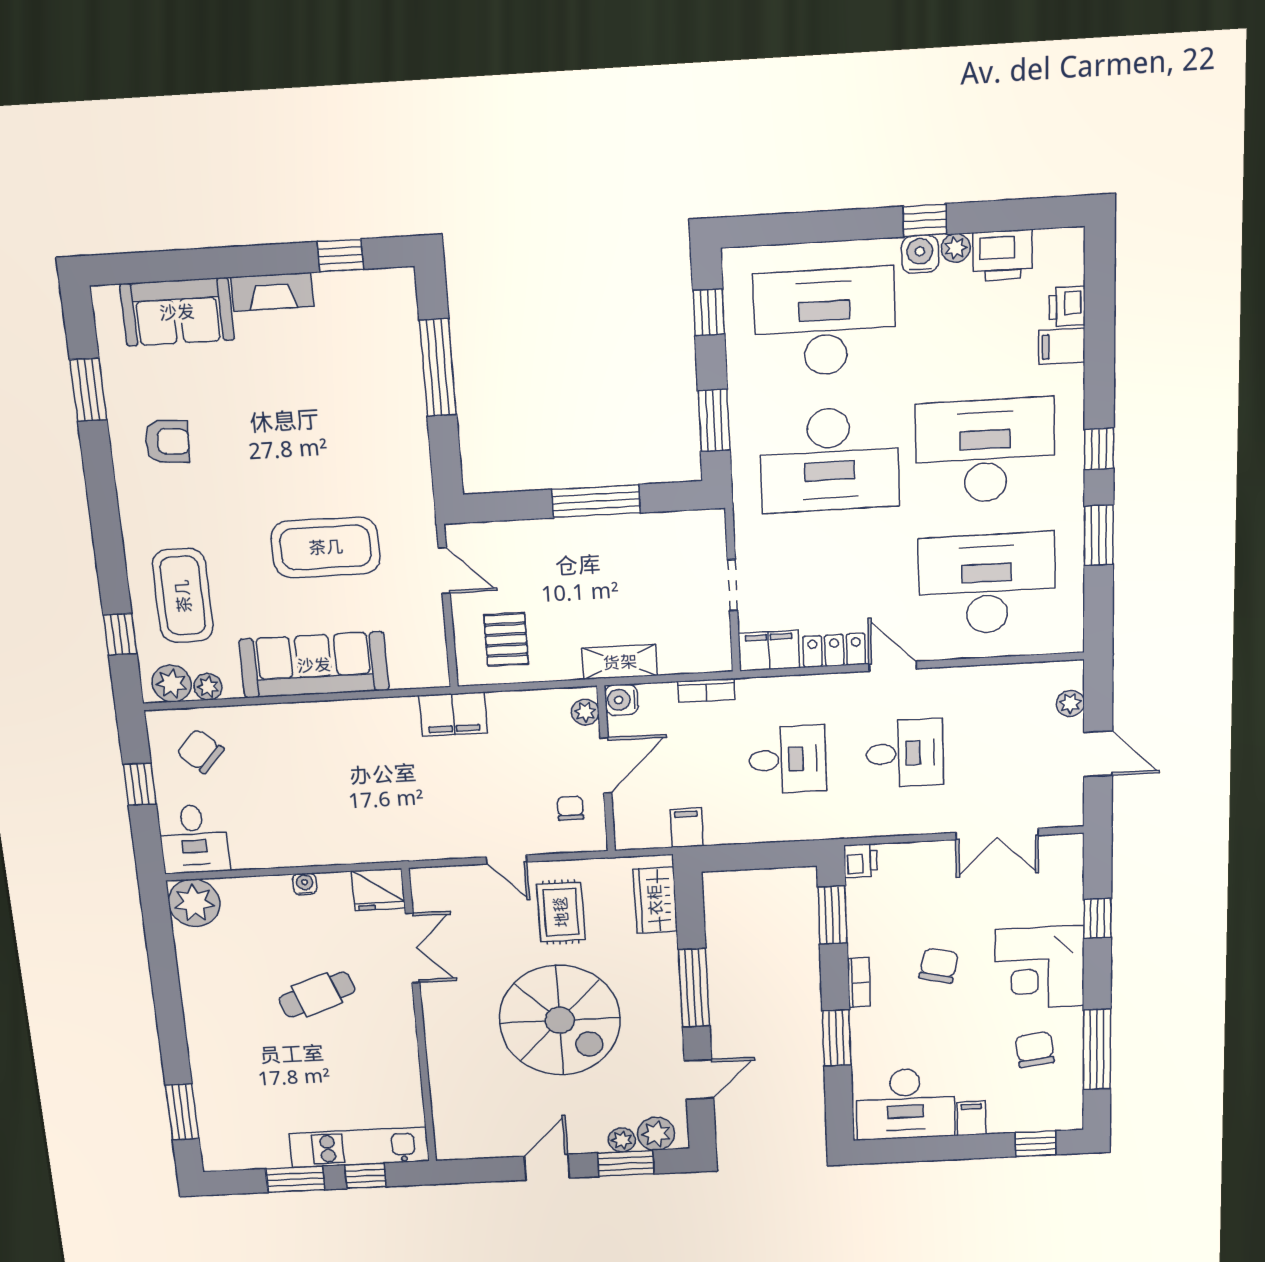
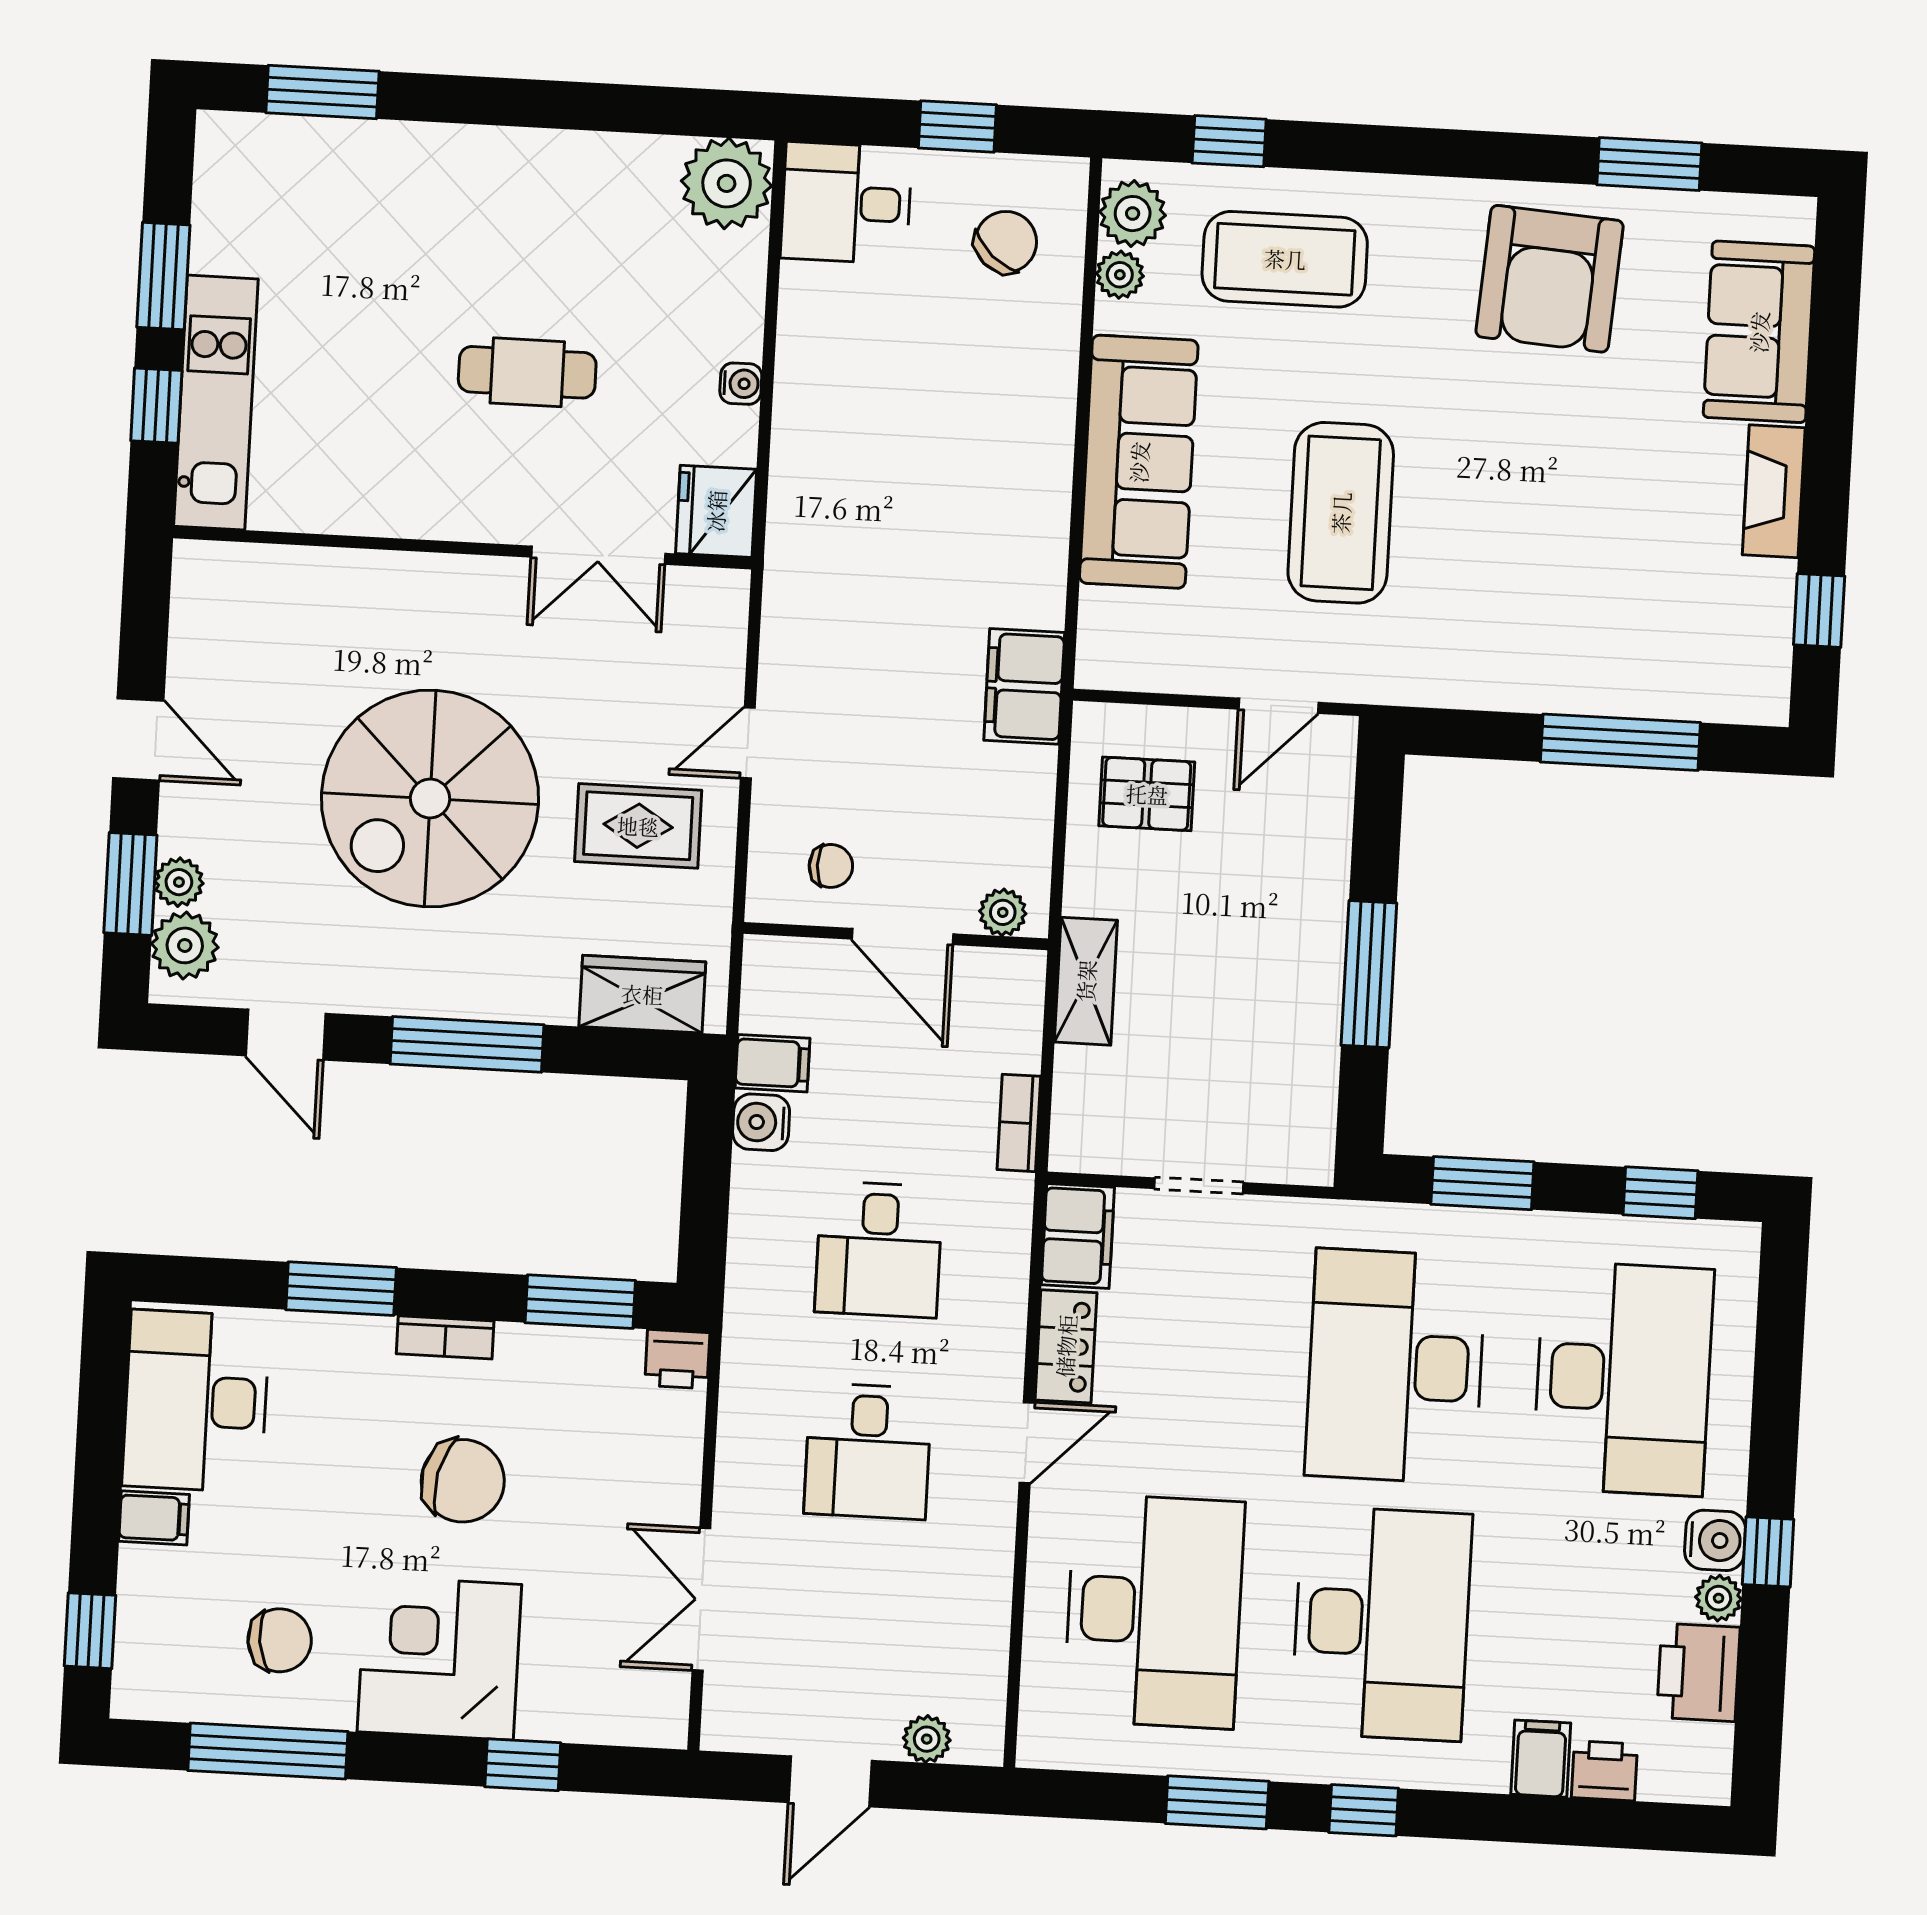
armchair: (167, 441) -> (1550, 279), width x1.88, depth x1.88
water cooler: (621, 700) -> (761, 1122), moved, turned -90
chair: (939, 966) -> (463, 1481), width x1.37, depth x1.37
cafe table: (317, 995) -> (527, 372), turned -70

